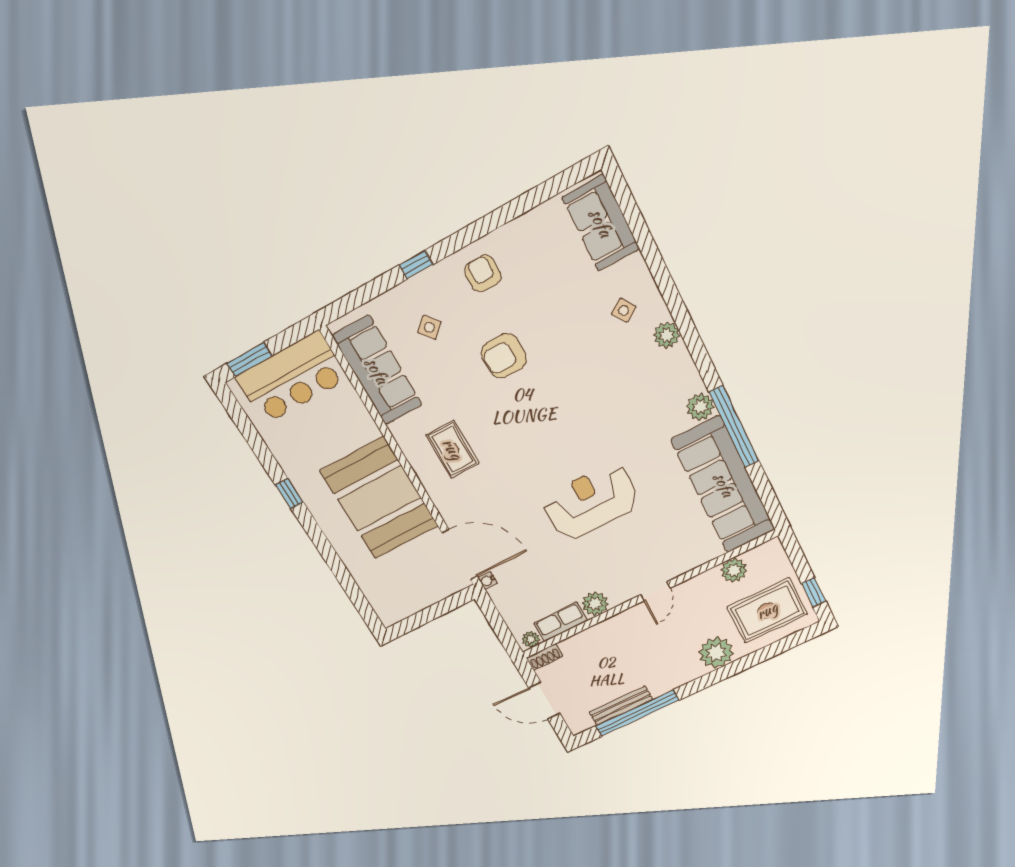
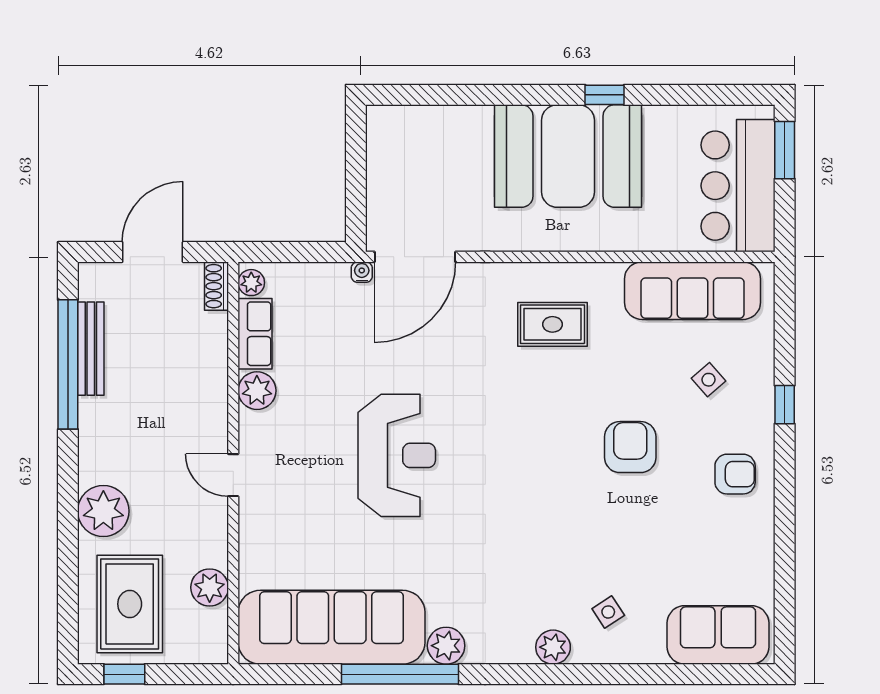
booth: (379, 498) -> (568, 156), moved

